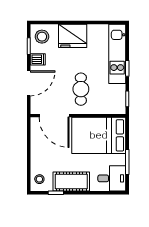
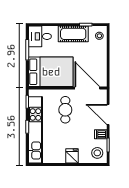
fridge: (73, 36) -> (72, 156), width x0.53, depth x0.75
kitchen unit: (117, 54) -> (35, 130), width x1.36
door: (29, 83) -> (108, 114), hinge flipped

